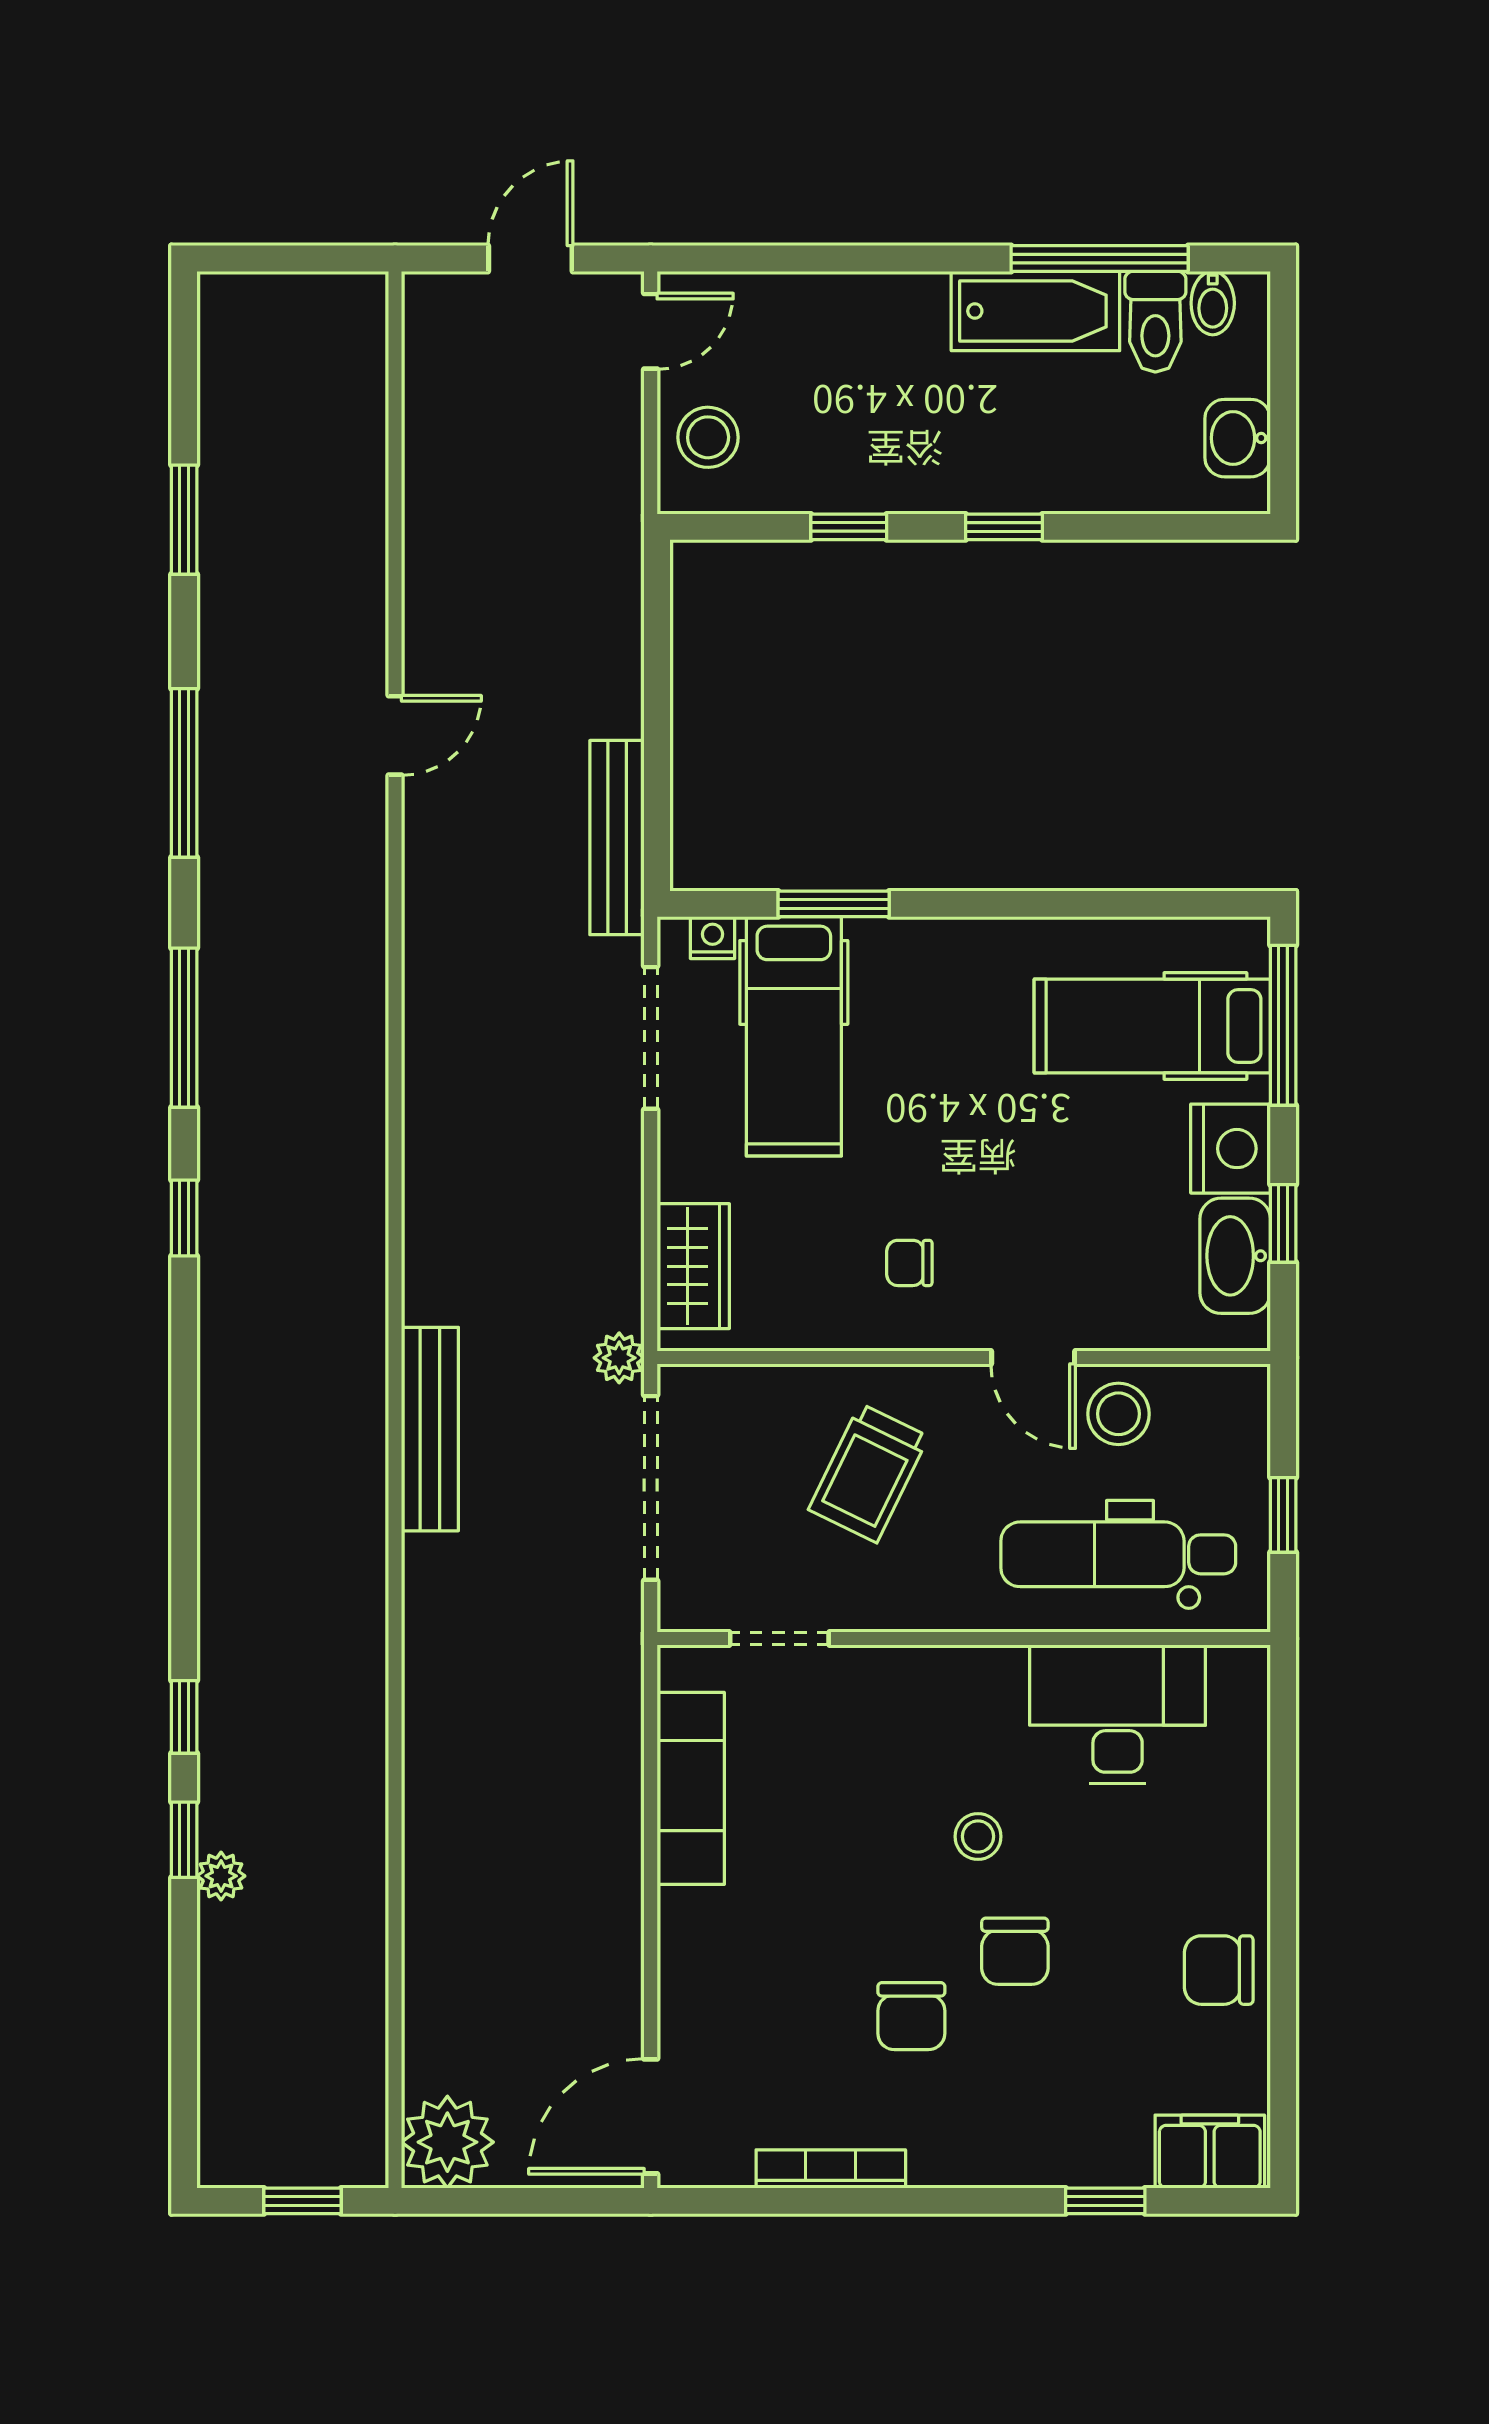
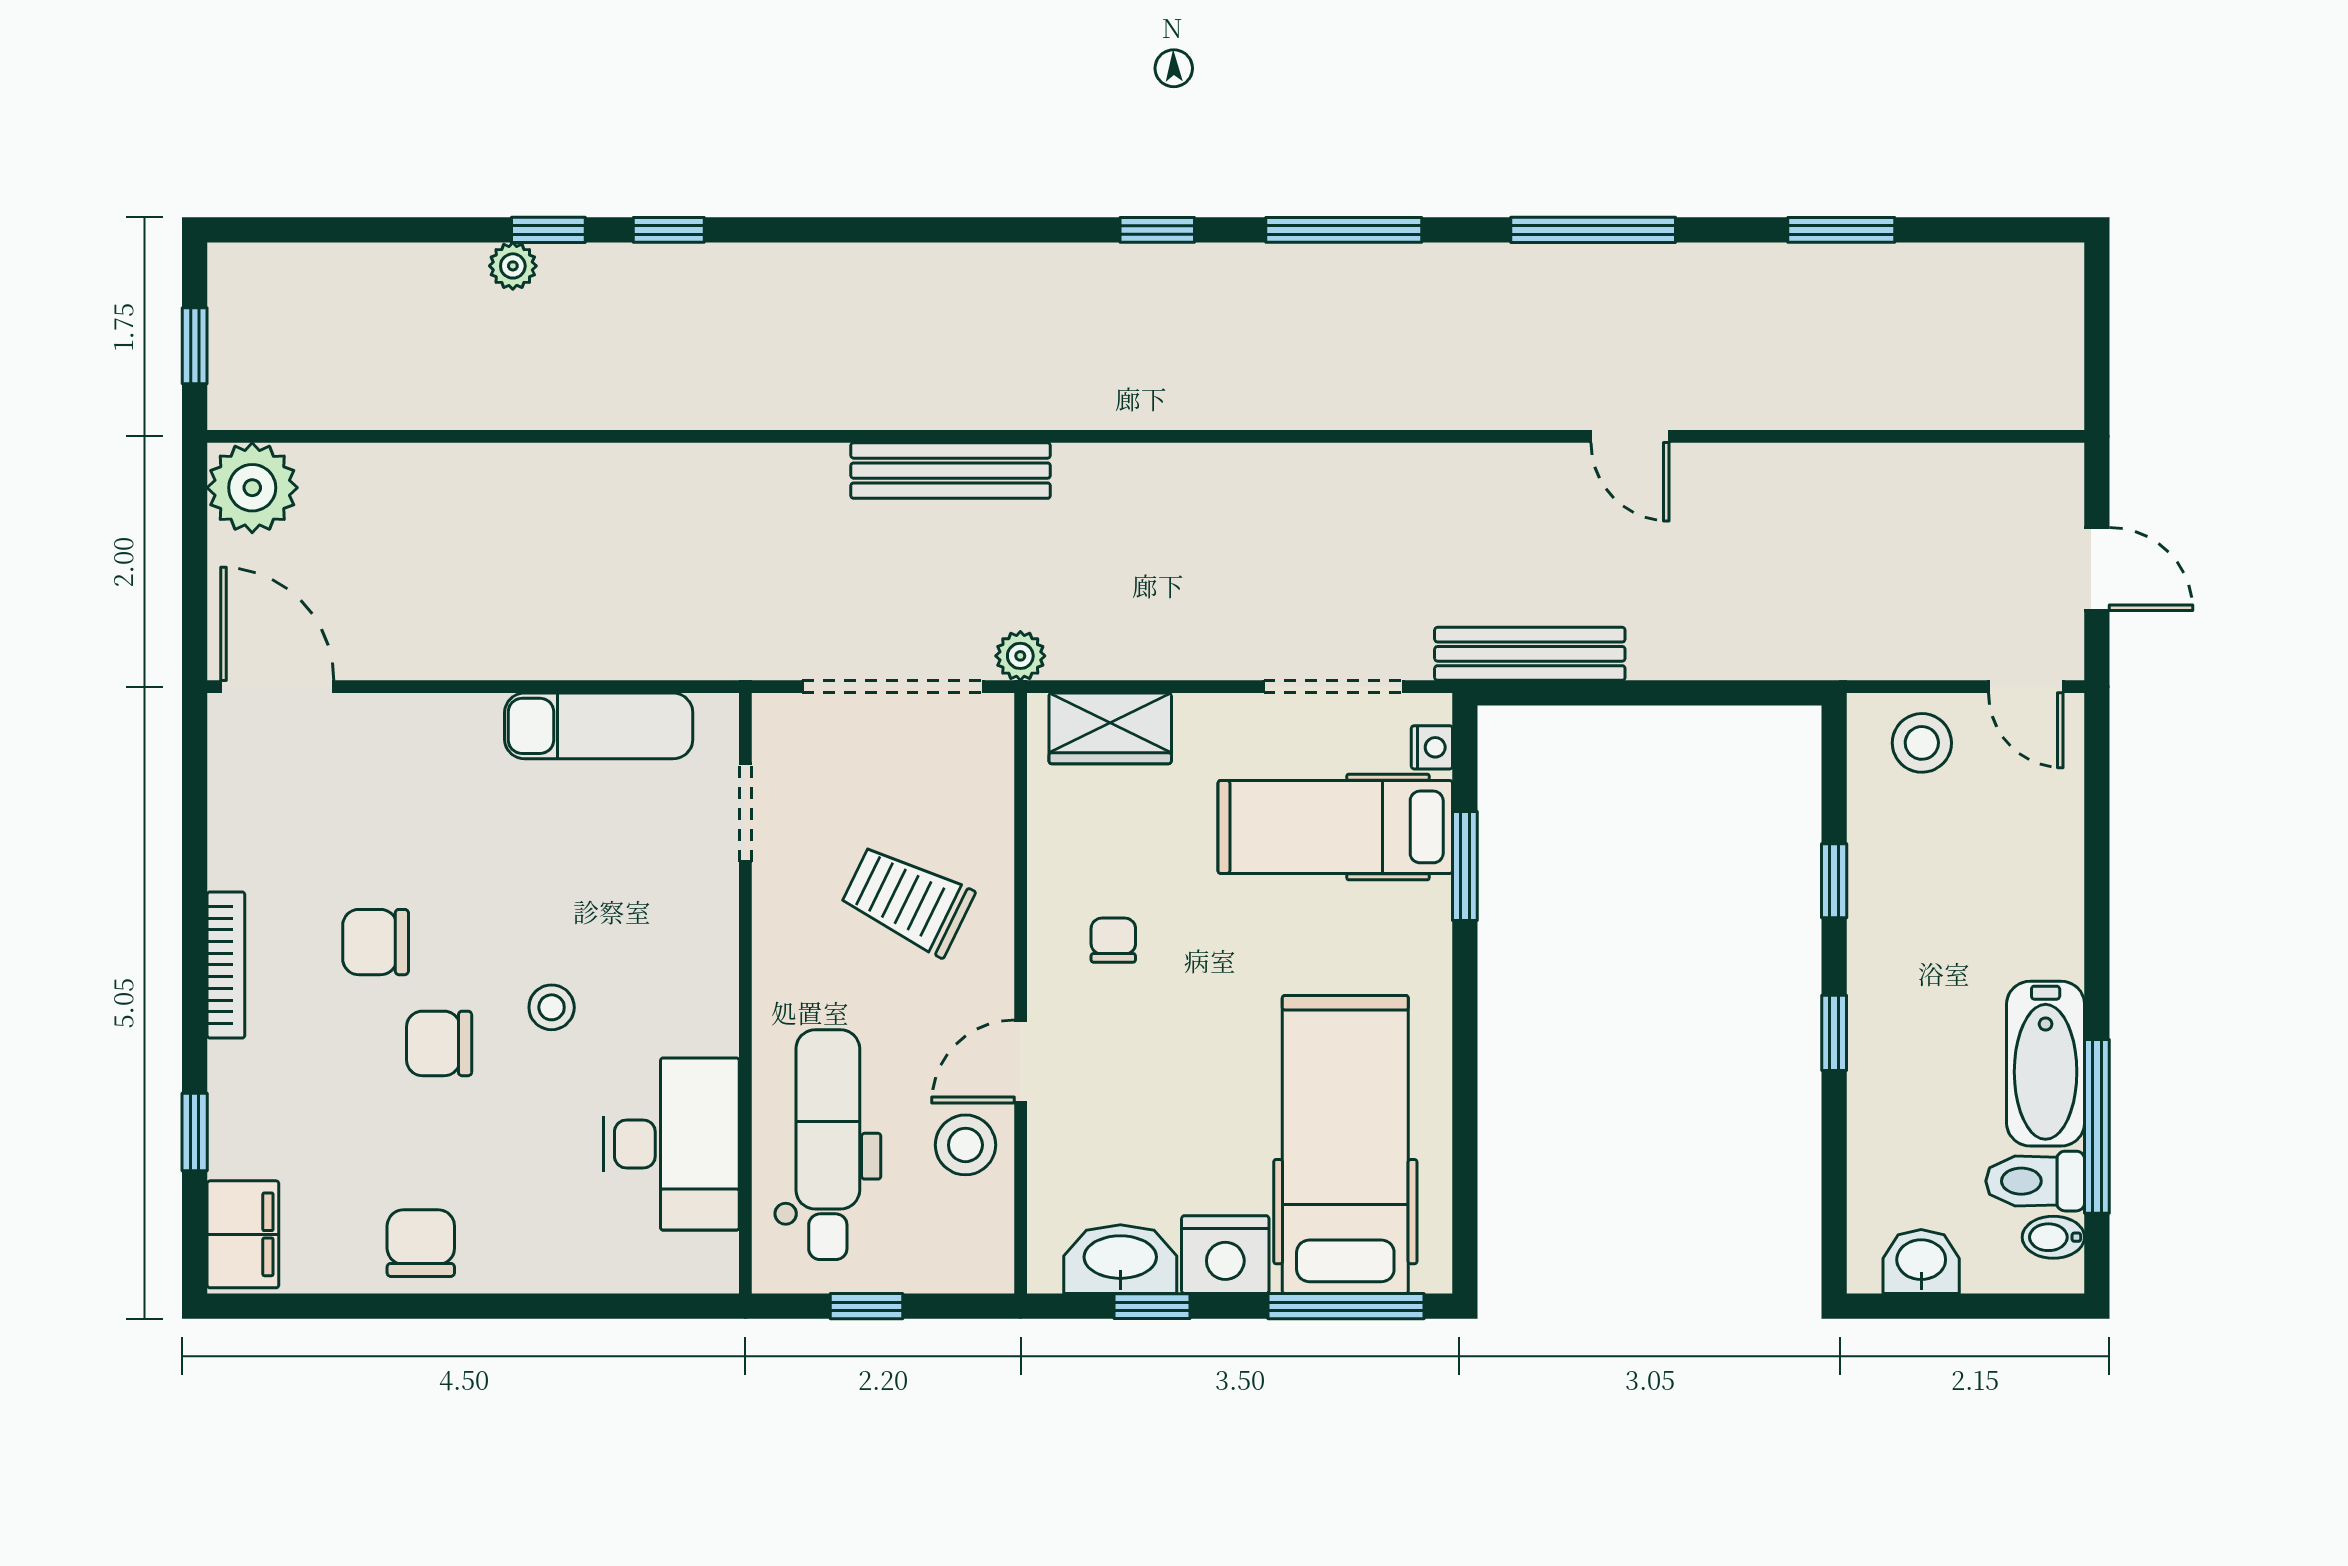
hospital bed: (1152, 1026) -> (1345, 1144), width x1.37, depth x1.29
bookcase: (831, 2169) -> (226, 965), moved

